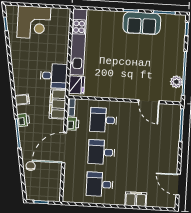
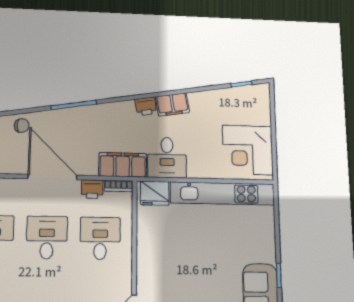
corner desk: (34, 23) -> (248, 150), moved
filing cabinet: (22, 100) -> (172, 104), moved, width x2.00
printer: (23, 120) -> (146, 106), moved

